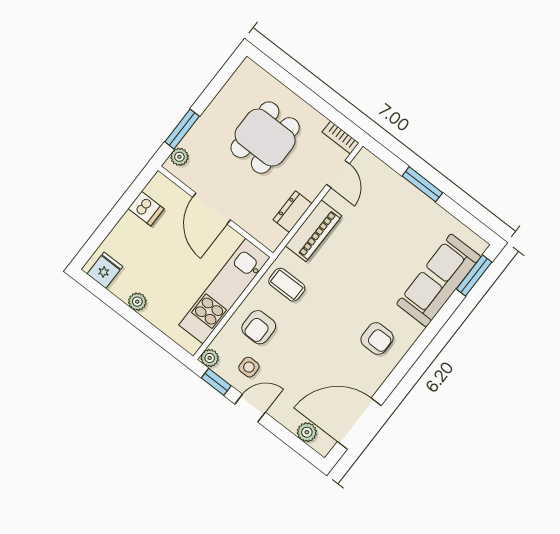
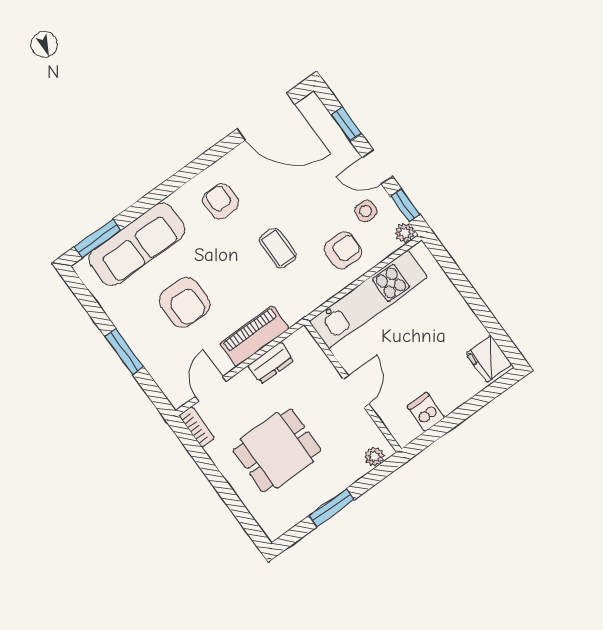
window: (182, 129) -> (331, 508), moved
door: (211, 208) -> (356, 391), width x0.73
armchair: (383, 242) -> (185, 302), added
fridge: (105, 270) -> (489, 359), width x1.38
coffee table: (287, 285) -> (278, 248), moved
plant: (137, 302) -> (464, 315), removed
plant: (307, 432) -> (324, 124), removed
window: (288, 437) -> (346, 124), added

